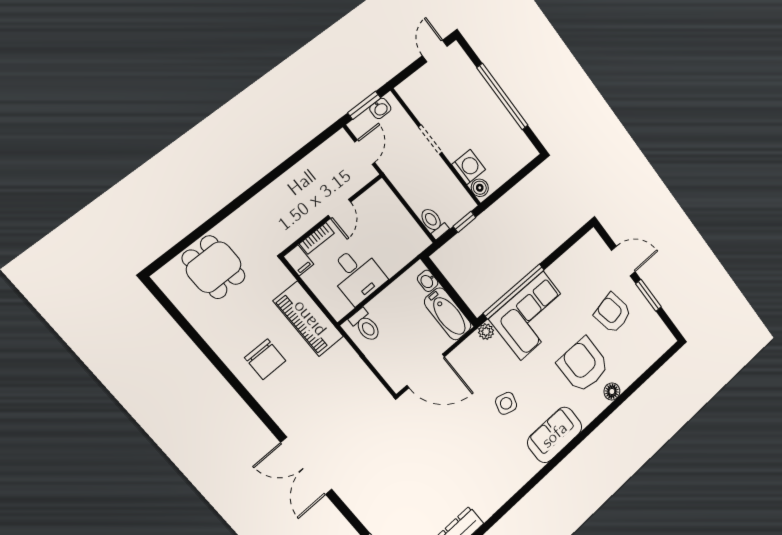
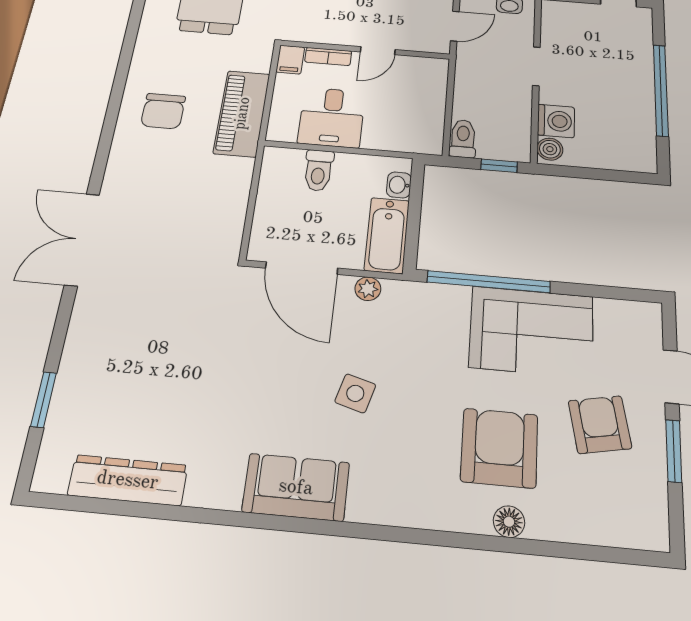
corner sofa: (532, 316) -> (531, 332), moved
toilet: (365, 325) -> (318, 170), moved
plant: (486, 332) -> (368, 289), moved
sofa: (555, 435) -> (296, 487), moved

